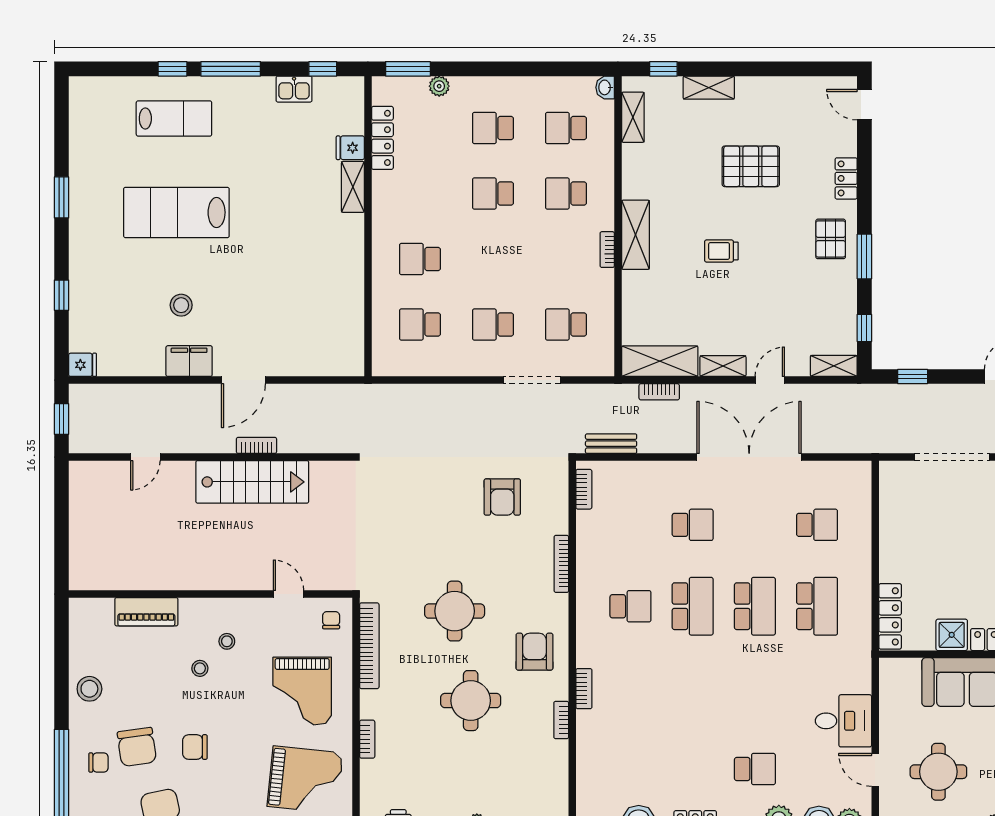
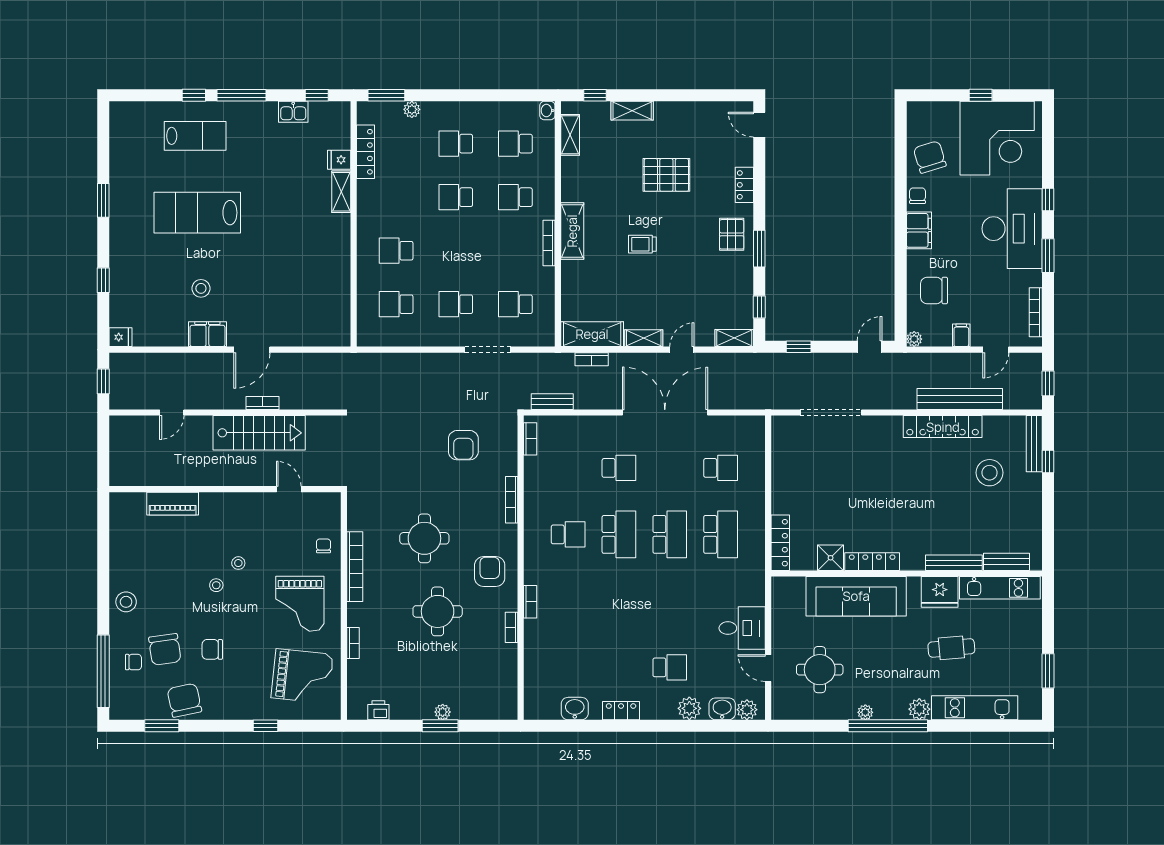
bookcase: (607, 250) -> (549, 243), width x1.56
wall: (211, 594) -> (225, 489), moved
door: (288, 594) -> (289, 489), moved
piano: (146, 612) -> (173, 504), moved

